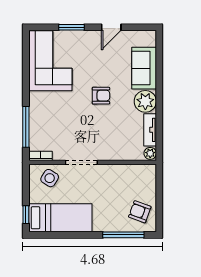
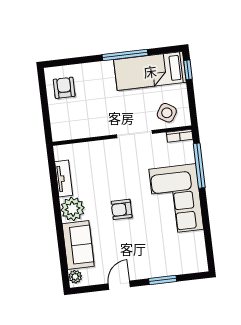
corner sofa: (50, 61) -> (176, 199), moved
plant: (150, 153) -> (75, 277), moved
armchair: (140, 212) -> (64, 88), turned -110
window: (123, 235) -> (125, 55), moved

